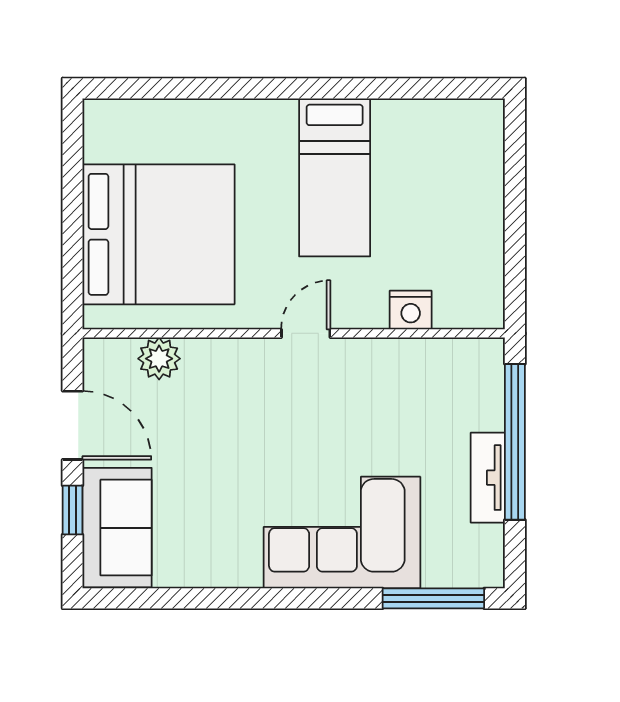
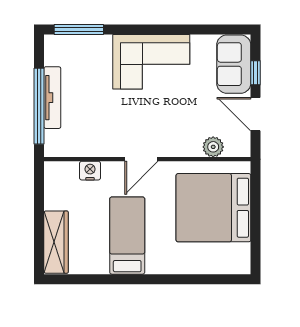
wardrobe: (480, 164) -> (56, 242), added
door: (306, 333) -> (141, 159), width x1.38
tv unit: (488, 478) -> (52, 98), width x1.41
corner sofa: (342, 533) -> (151, 62), moved

